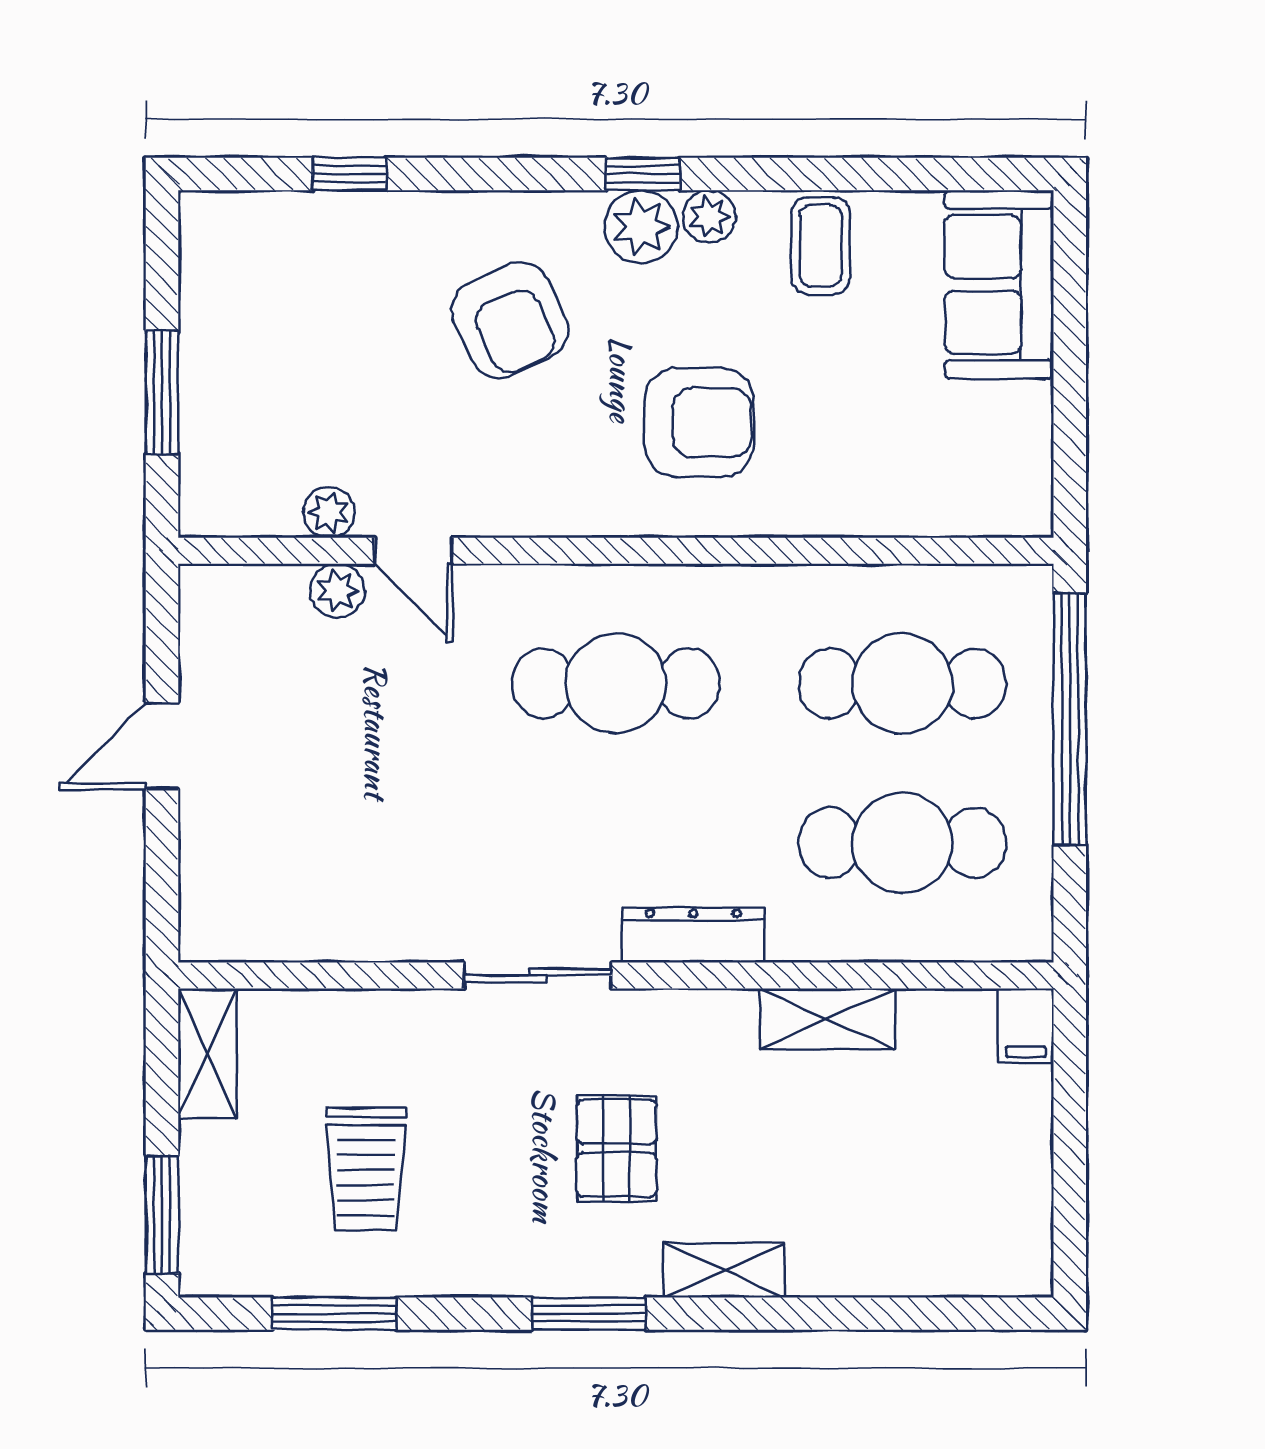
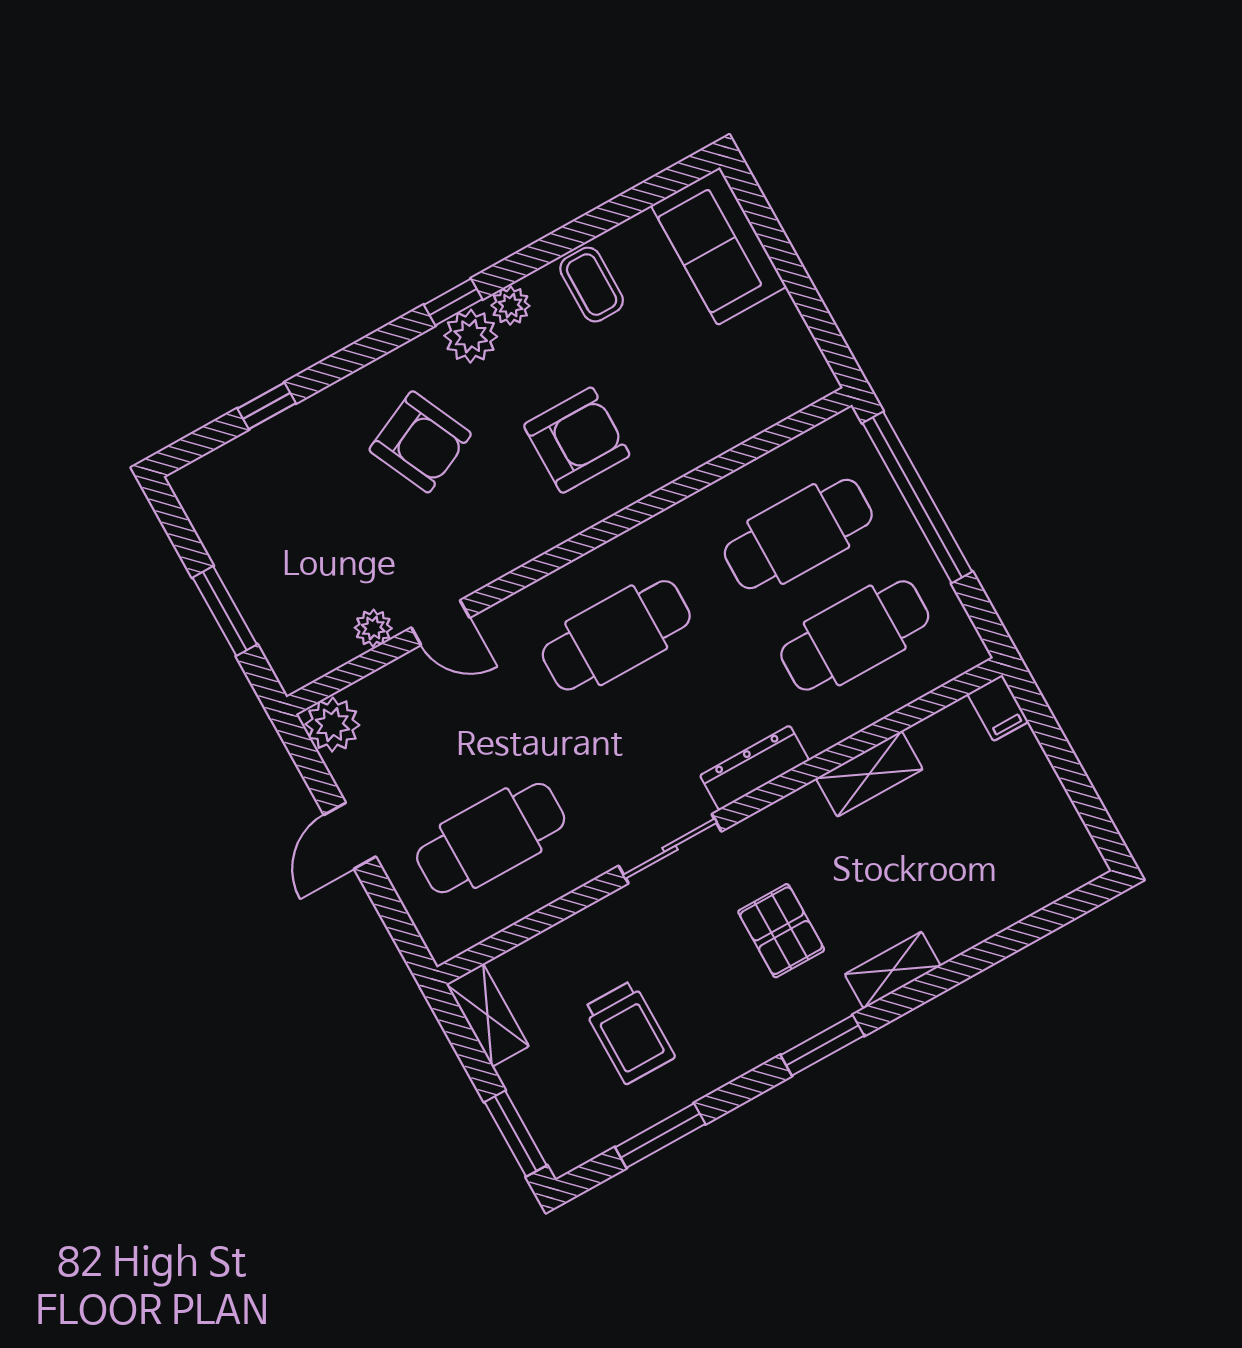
plant: (337, 591) -> (332, 725), moved, width x1.38, depth x1.38
cafe table: (329, 843) -> (491, 838), added

